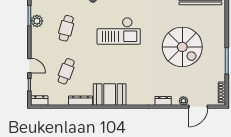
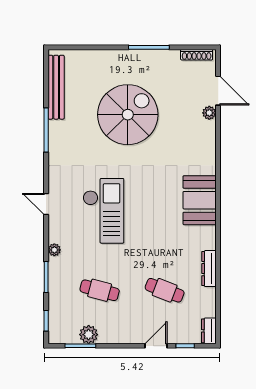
booth: (110, 94) -> (200, 200), moved
dresser: (163, 101) -> (209, 144), removed

